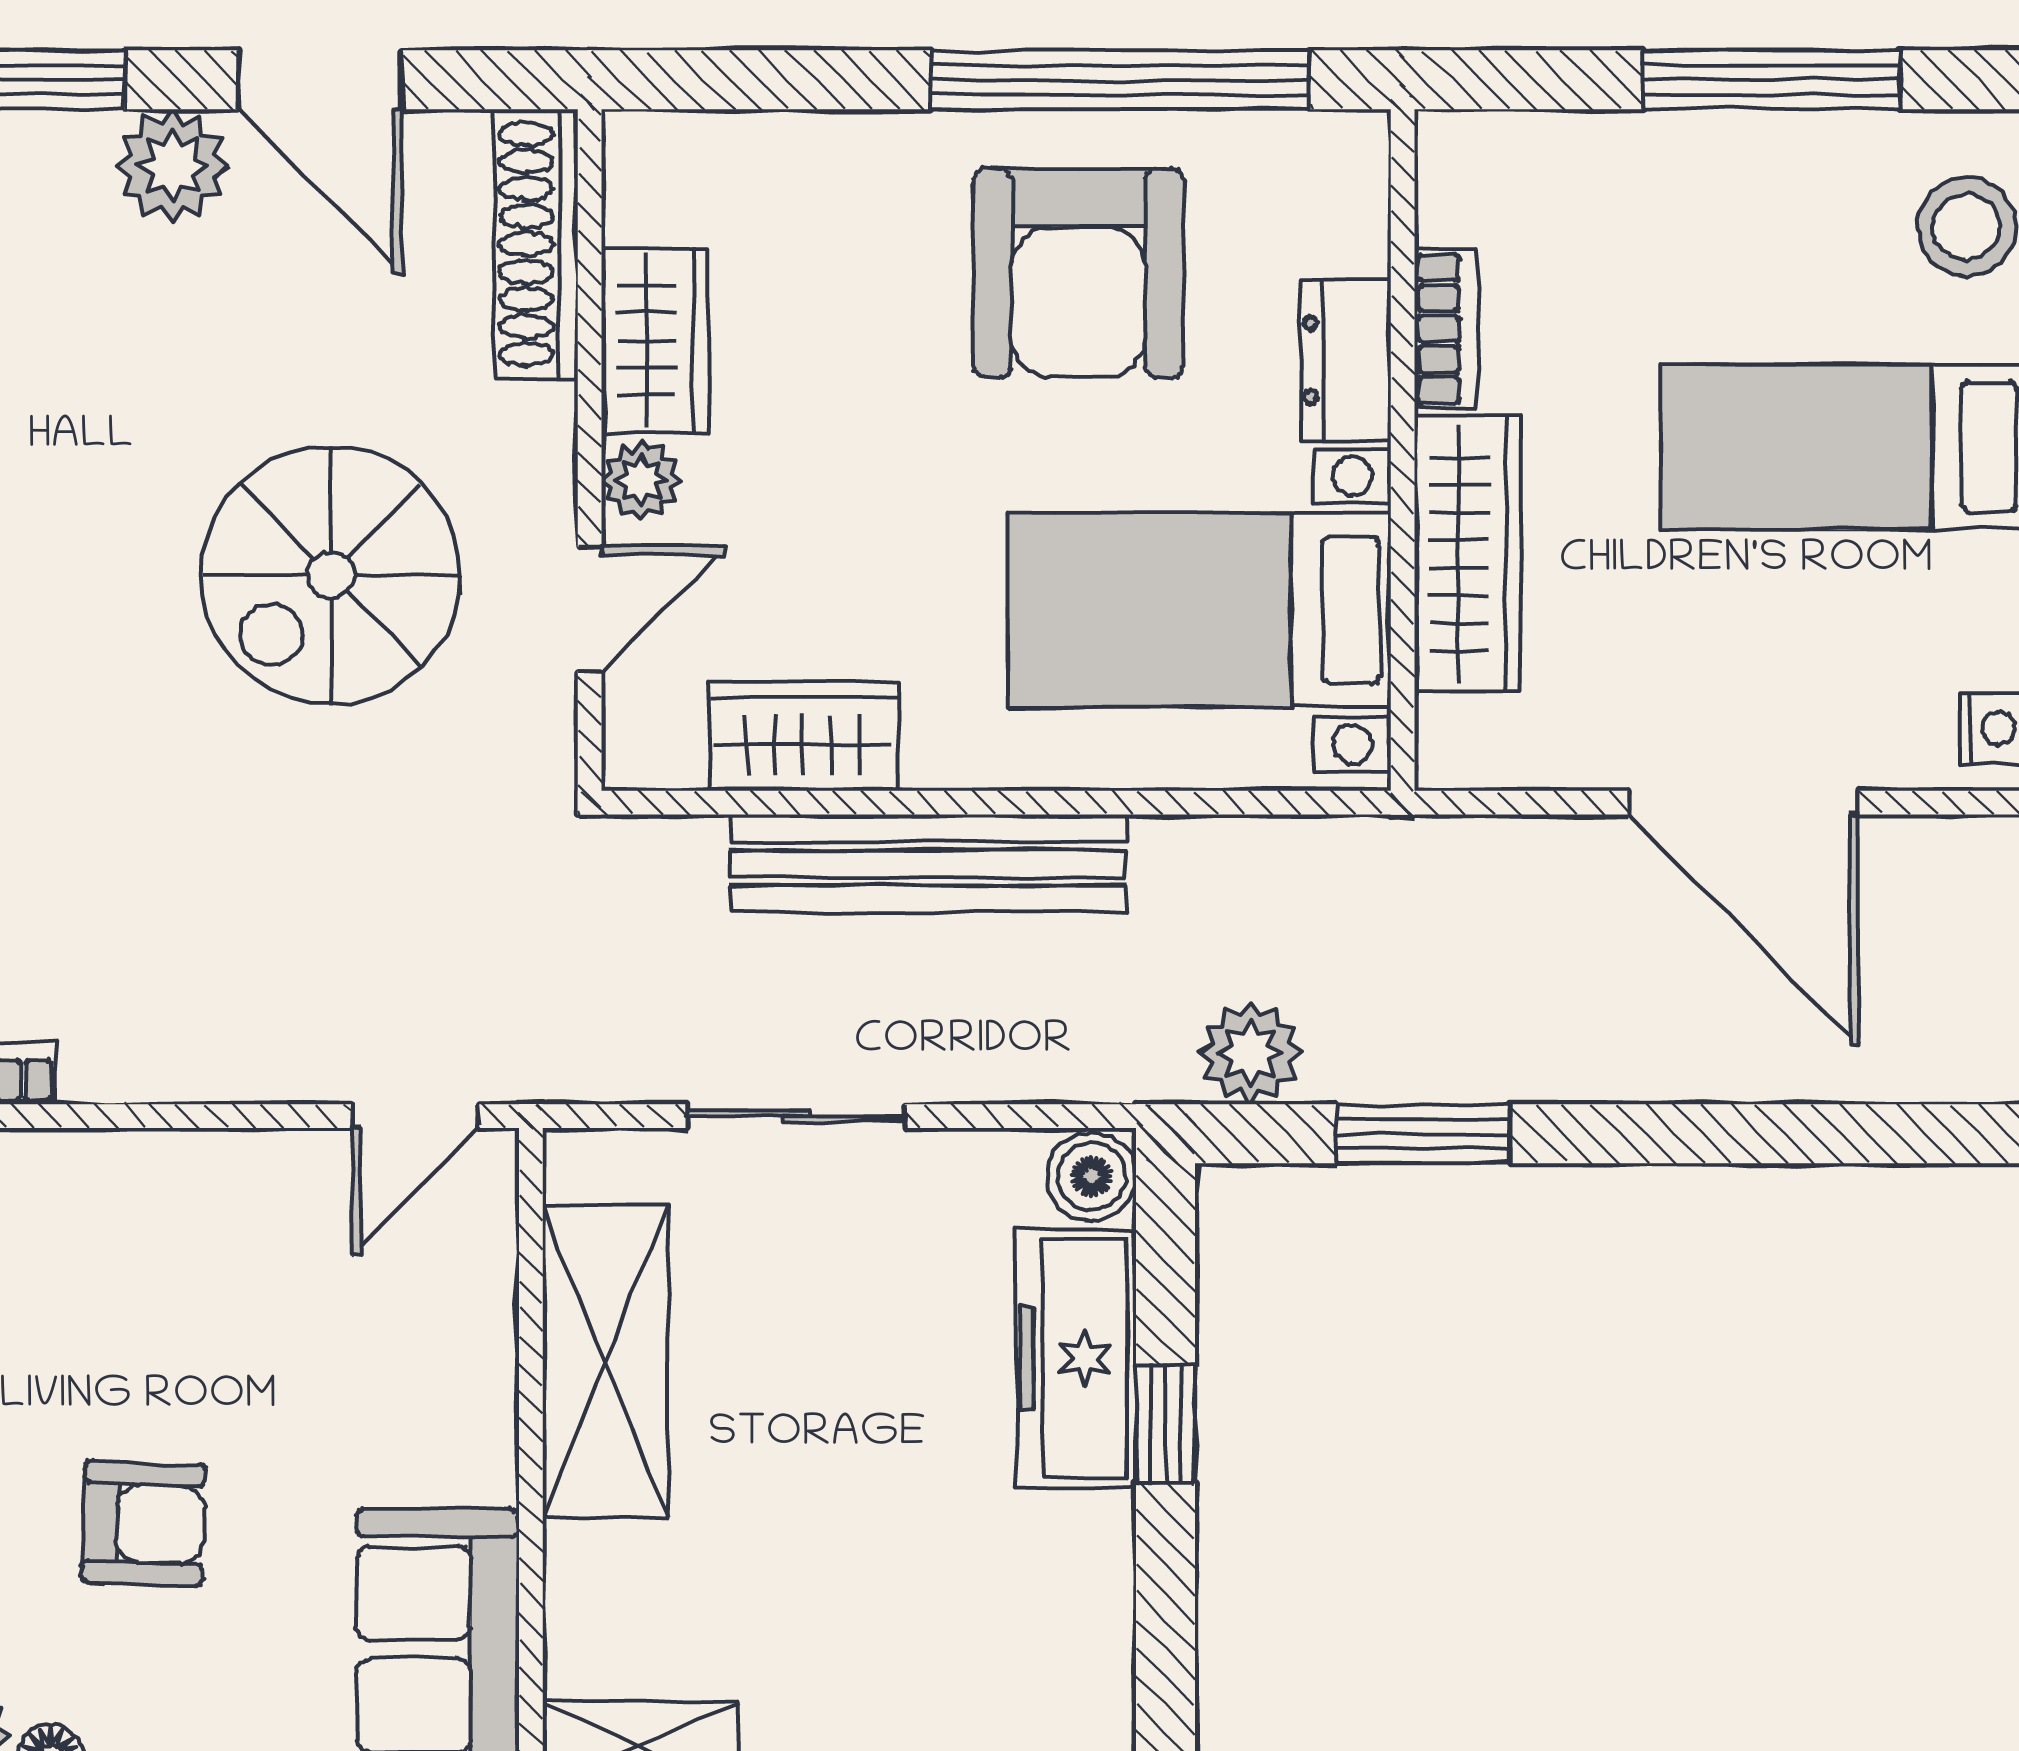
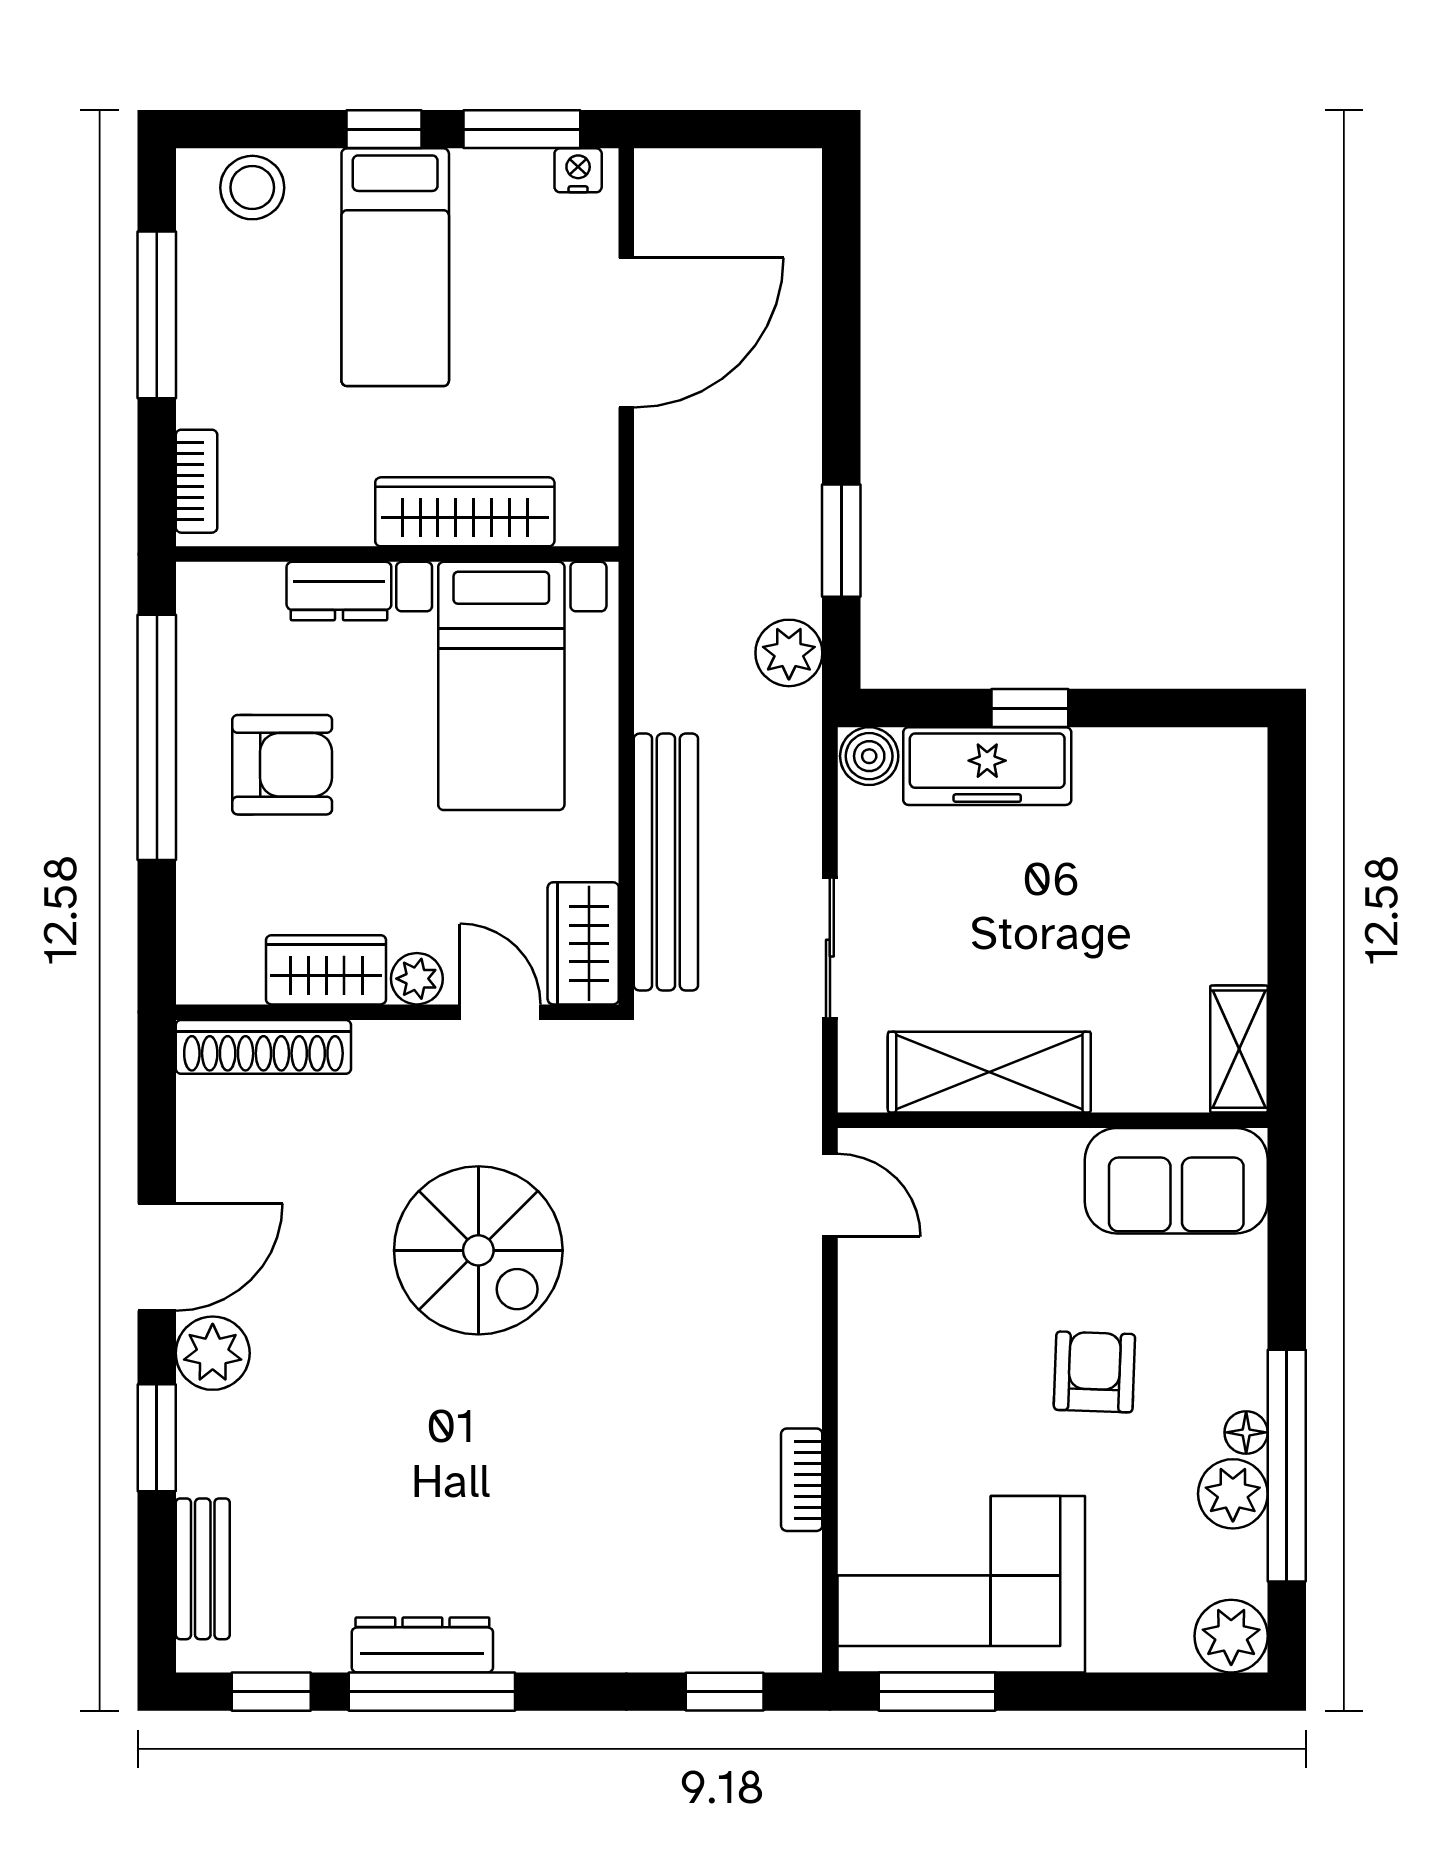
shoe rack: (536, 244) -> (263, 1047), moved
armchair: (1078, 273) -> (282, 765), width x0.73, depth x0.73
bookcase: (1446, 329) -> (197, 481), moved, turned 90
wardrobe: (655, 340) -> (326, 970), moved
wall: (590, 450) -> (397, 1012), moved
plant: (641, 480) -> (417, 979), moved
door: (590, 609) -> (500, 1012), moved

